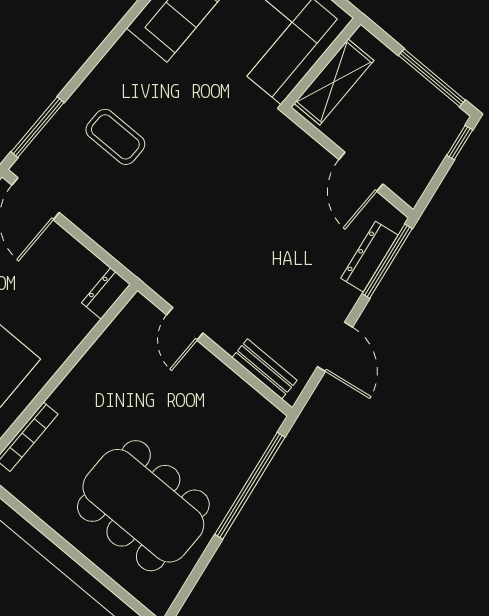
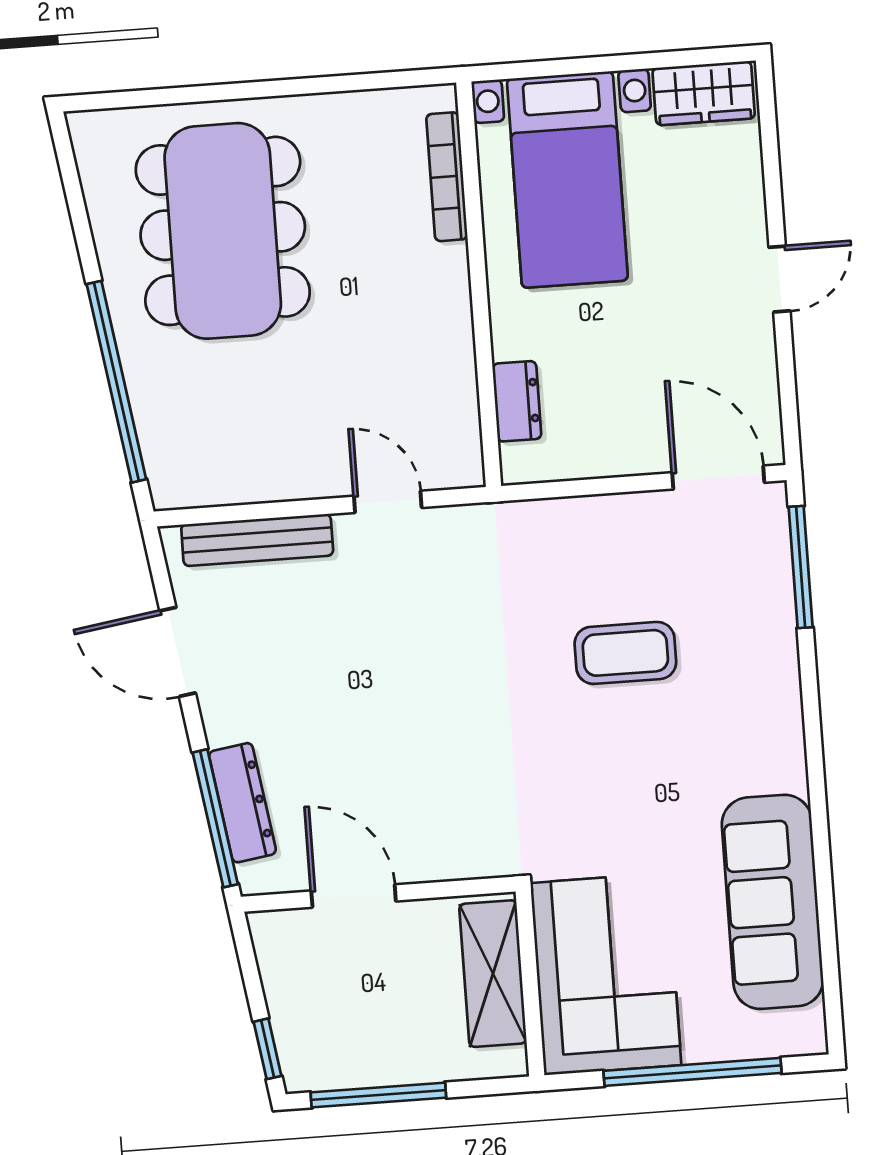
coffee table: (115, 137) -> (625, 653), moved
dresser: (106, 293) -> (517, 401), moved
bench: (265, 369) -> (257, 540), width x1.36
dining table: (143, 506) -> (223, 231), turned 90

